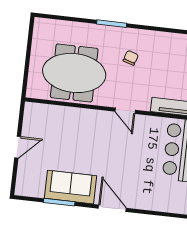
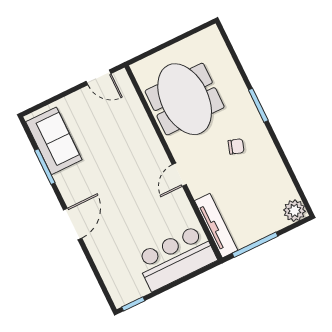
door: (18, 147) -> (99, 77), moved
sofa: (71, 187) -> (54, 141), moved

